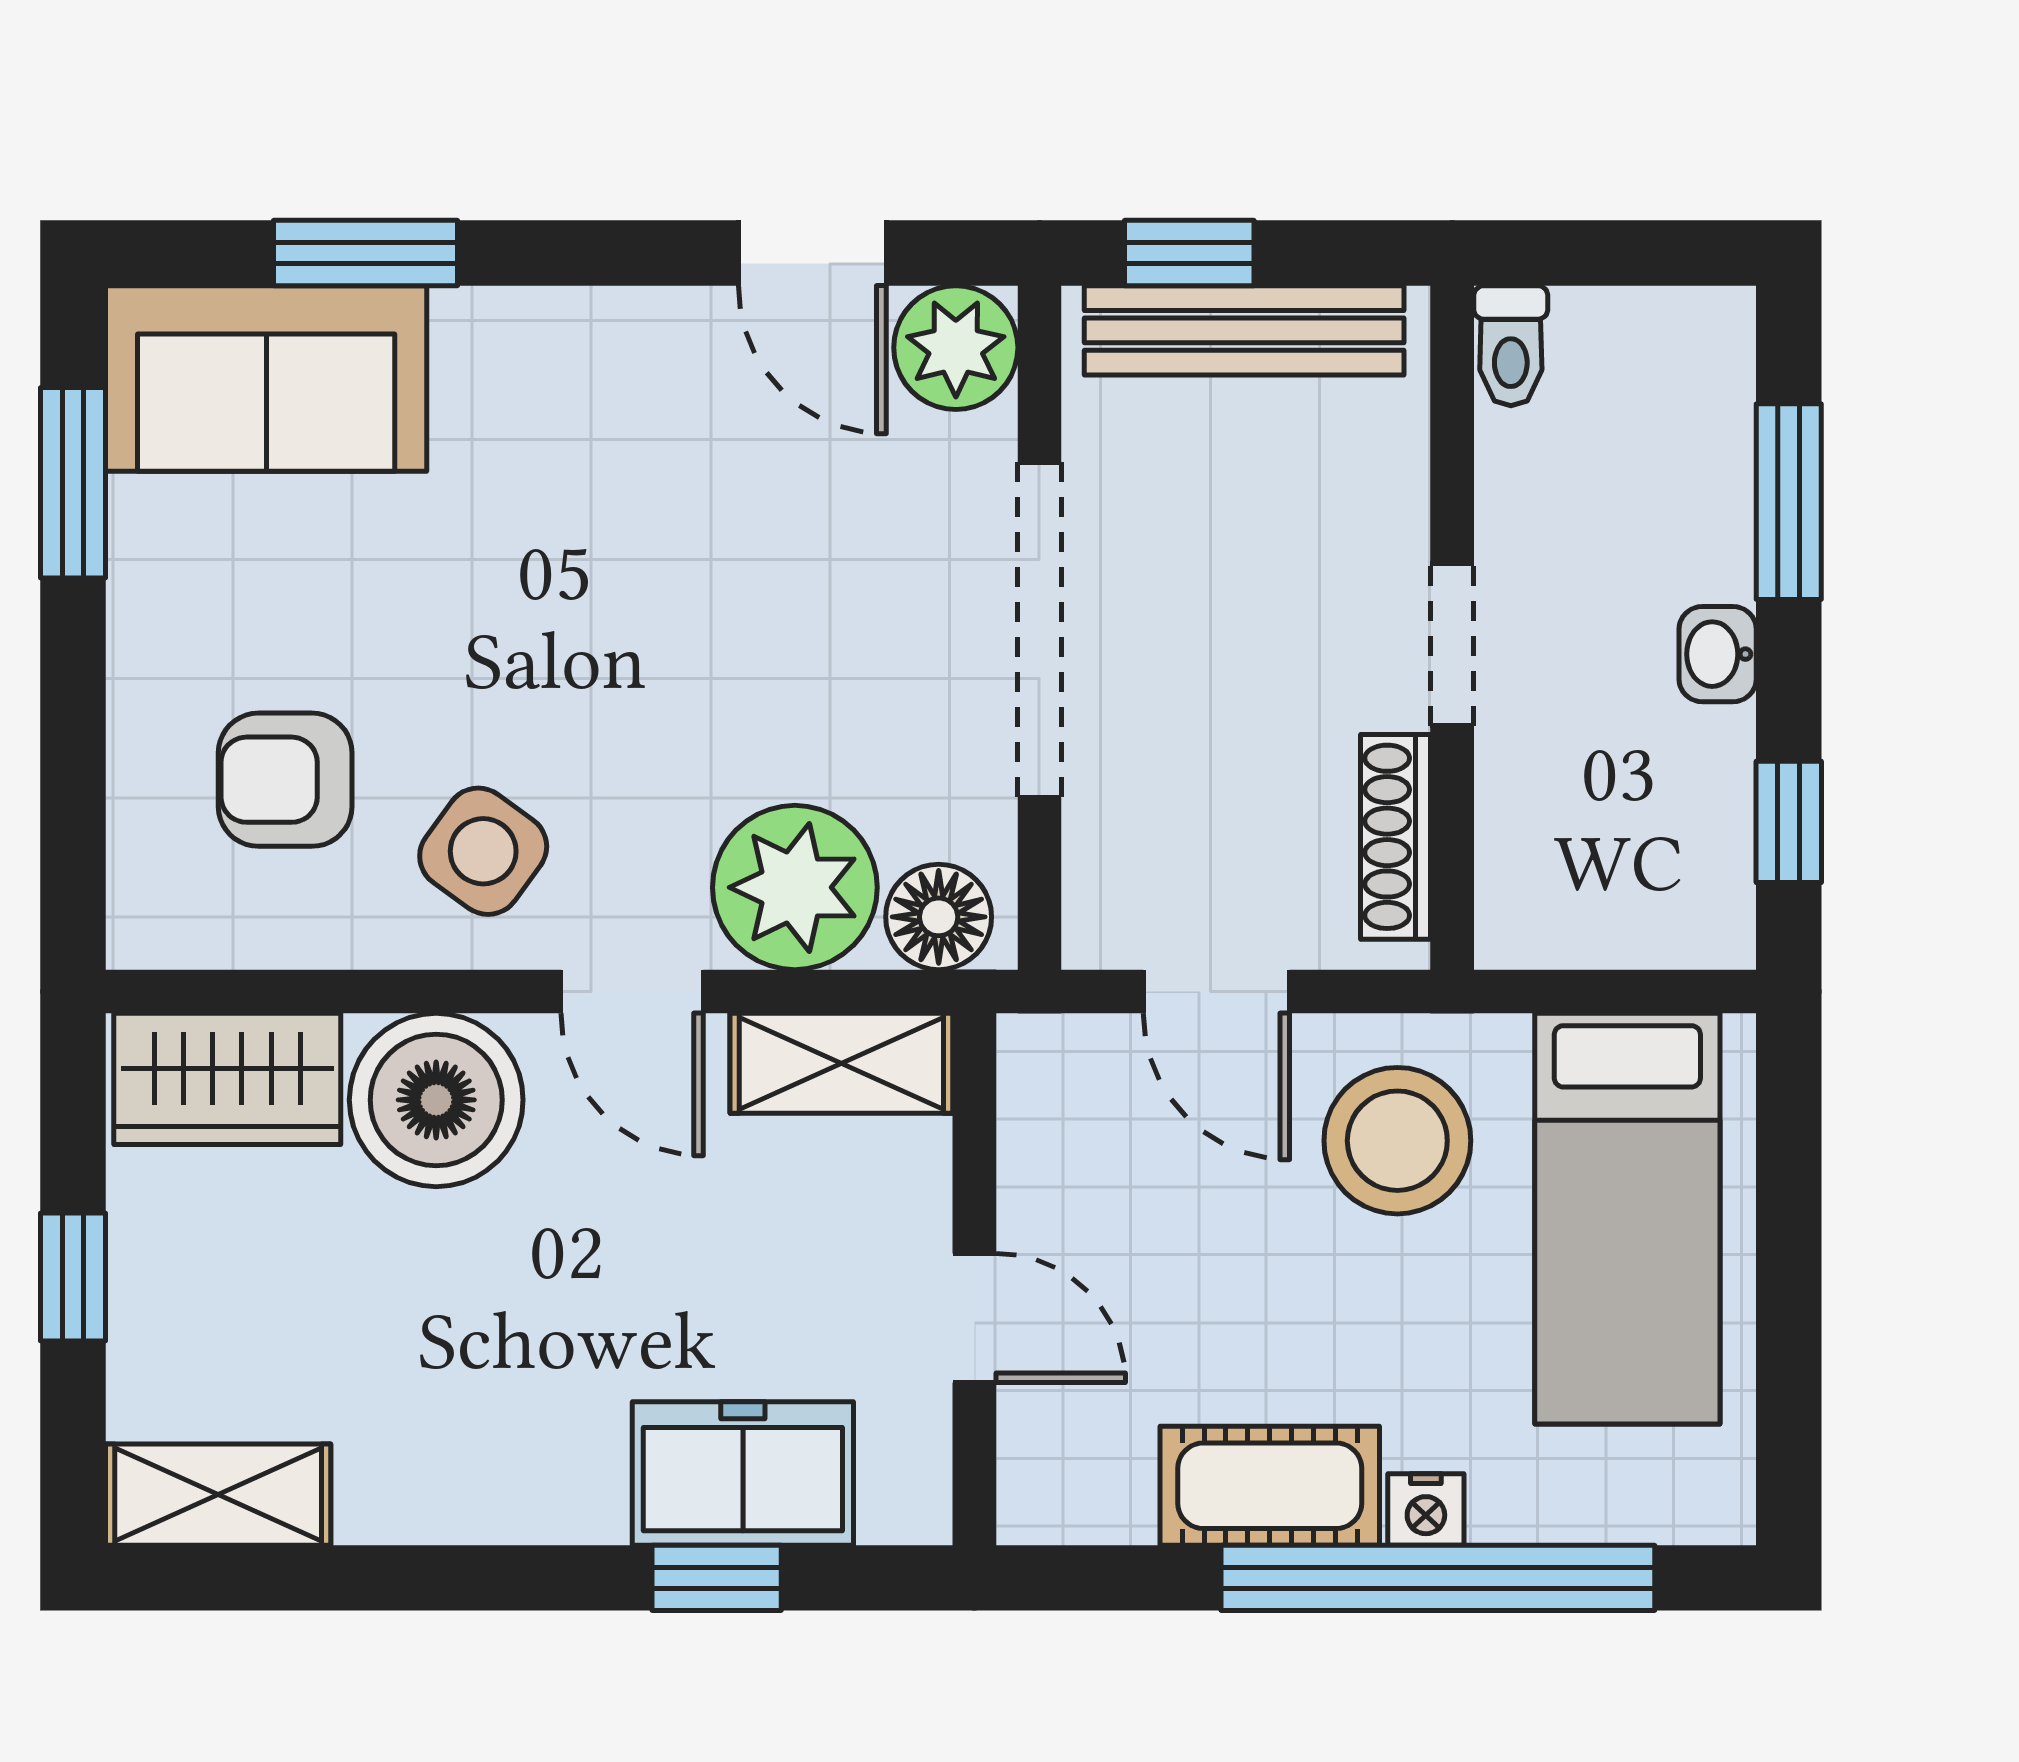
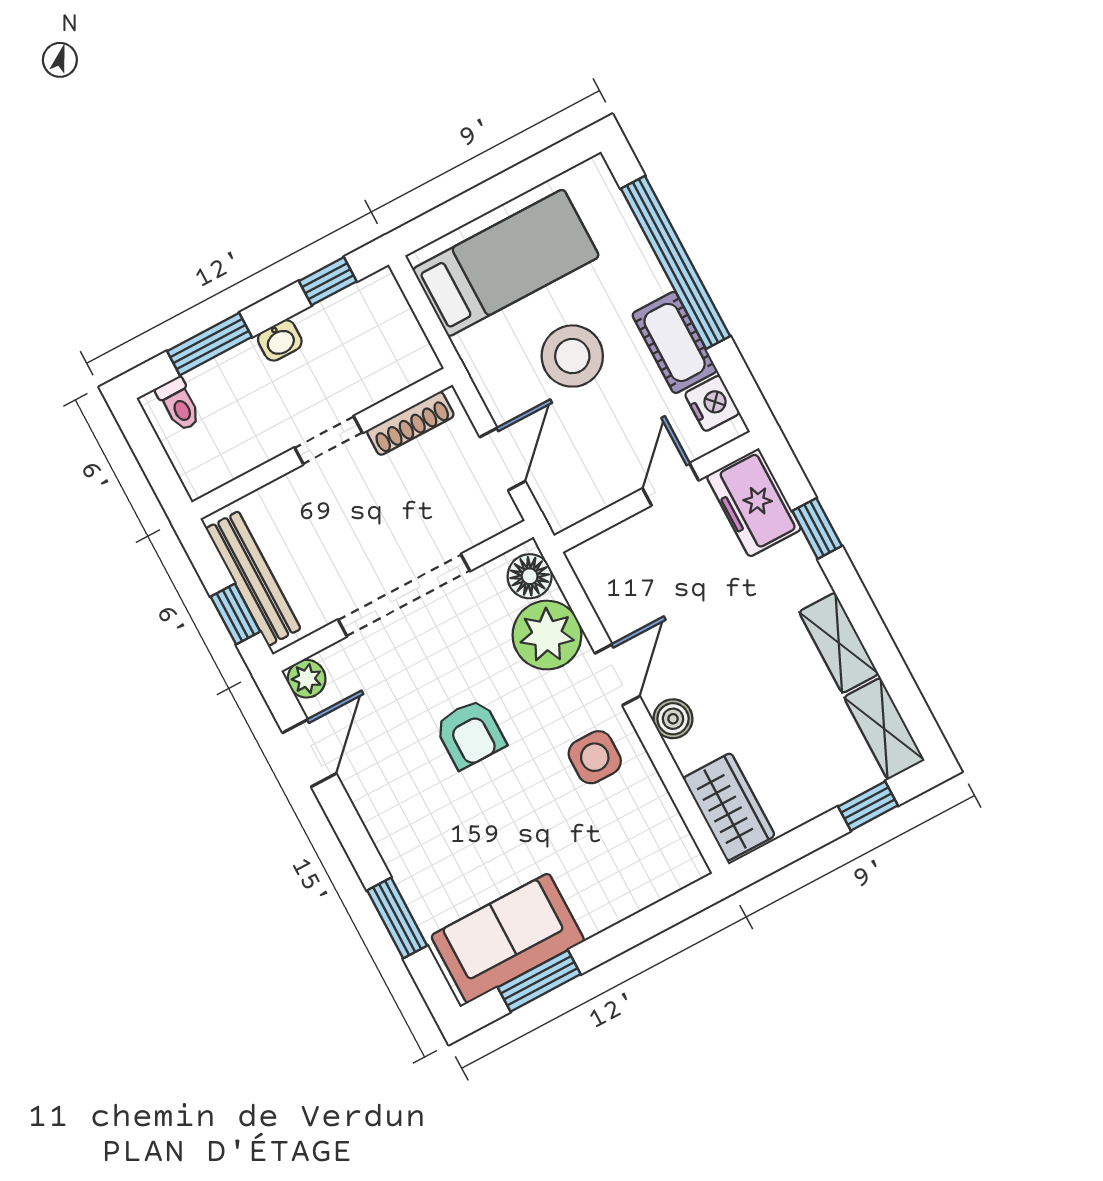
toilet: (1511, 346) -> (179, 404), moved, turned 90
plant: (956, 348) -> (307, 679), width x0.73, depth x0.73
sofa: (266, 378) -> (508, 938), moved, turned -90
armchair: (285, 780) -> (470, 734), moved
side table: (483, 851) -> (595, 757), turned -36
shelving: (841, 1063) -> (839, 643), moved
boiler: (436, 1100) -> (673, 719), width x0.54, depth x0.54
stool: (1397, 1141) -> (572, 356), moved
window: (73, 1277) -> (868, 806), moved
freezer: (743, 1473) -> (754, 503), moved
nightstand: (1426, 1509) -> (712, 403), moved, width x1.39, depth x1.35

